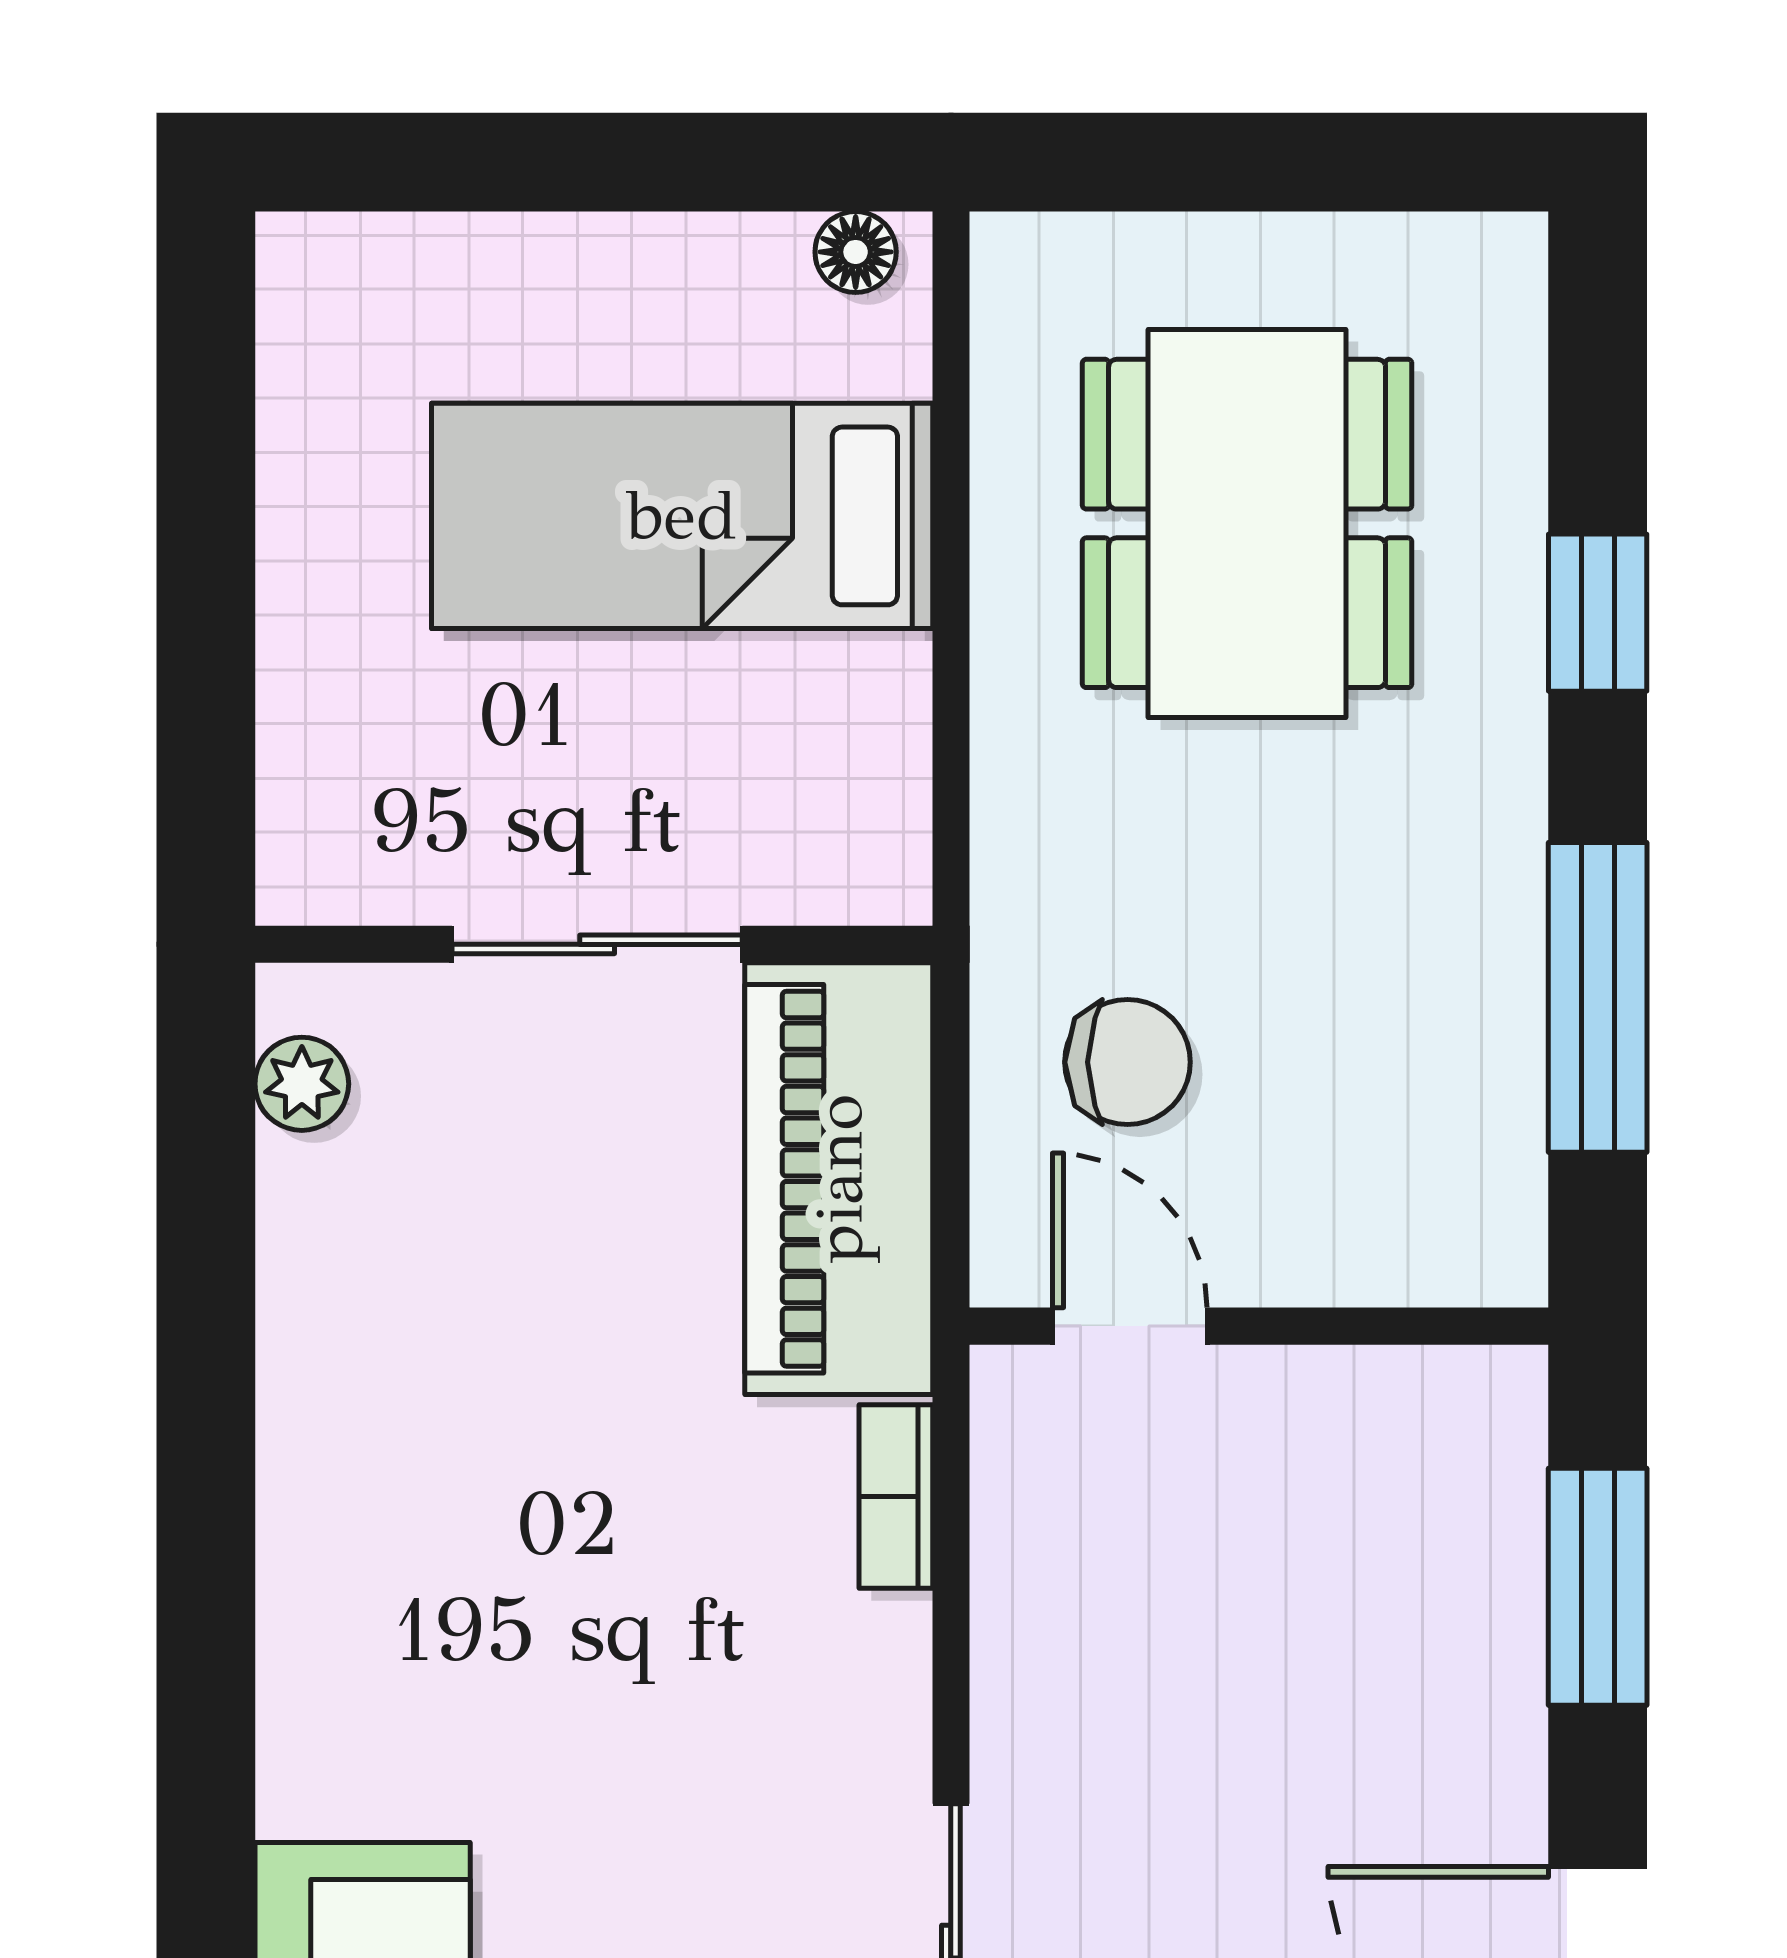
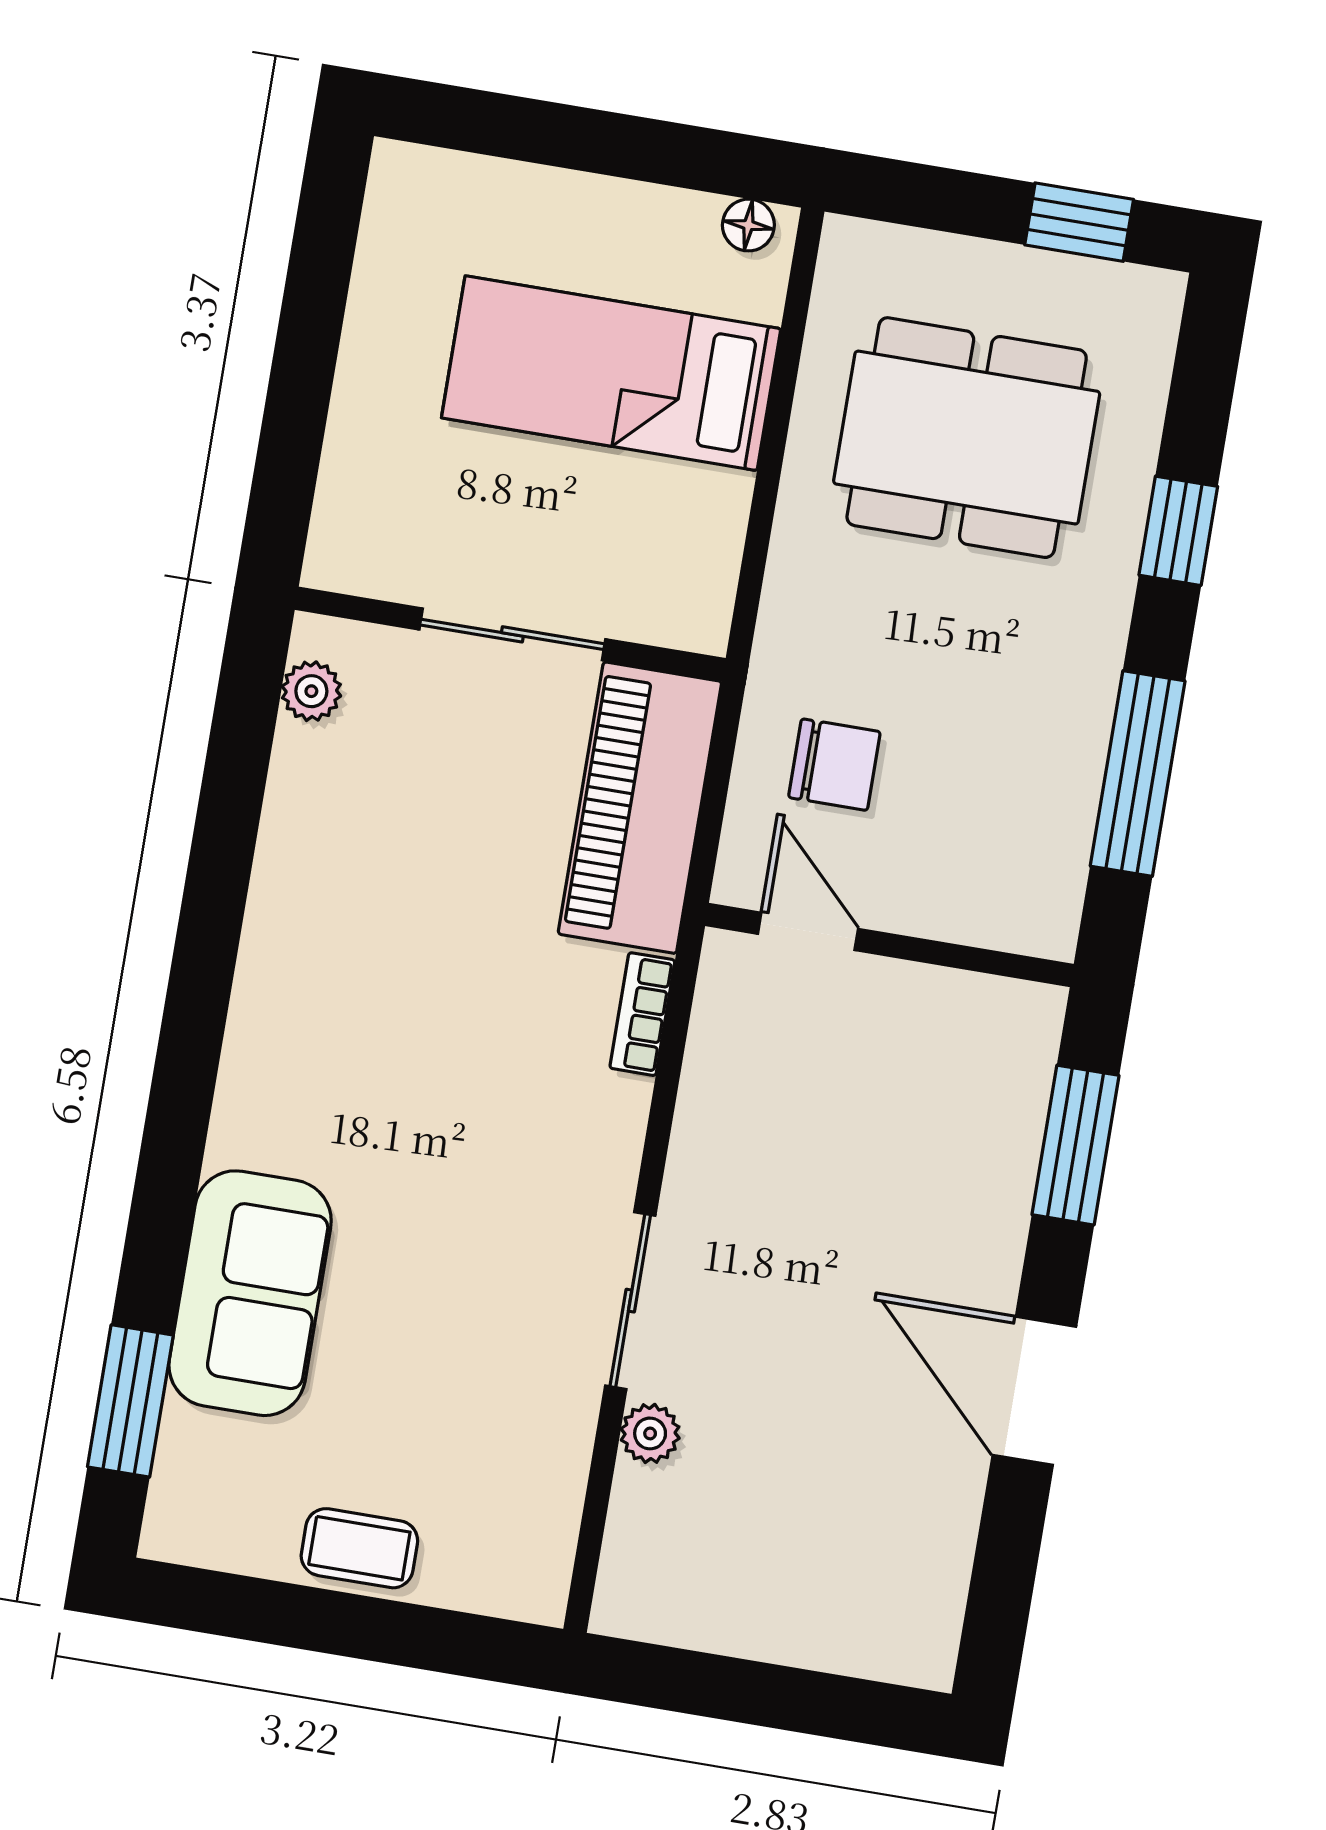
window: (1365, 162) -> (1079, 222), added
dining table: (1247, 523) -> (967, 438), turned 90

